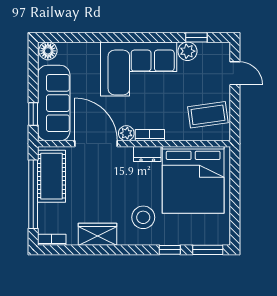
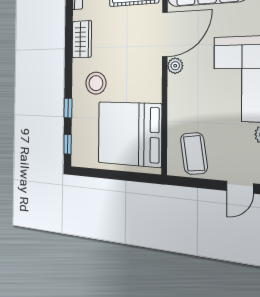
bookcase: (150, 135) -> (173, 91), removed
dresser: (147, 154) -> (154, 88), removed
window: (208, 250) -> (68, 144), width x0.67

